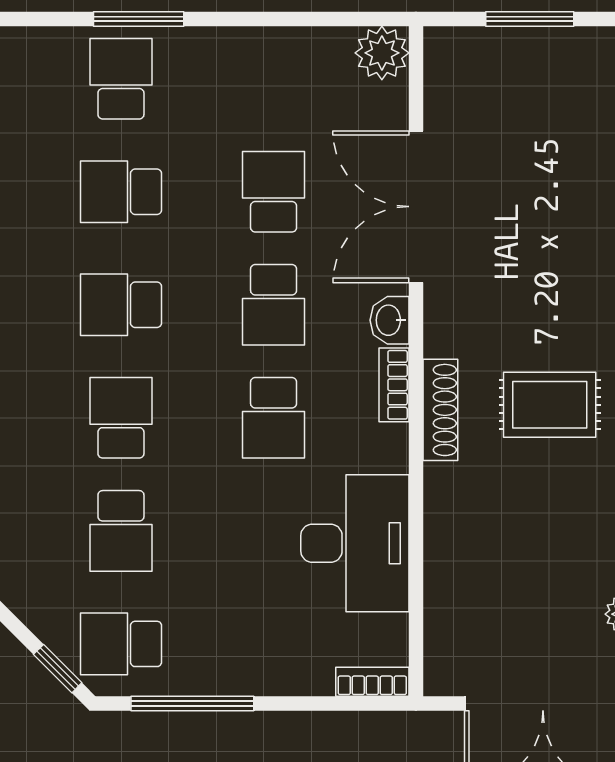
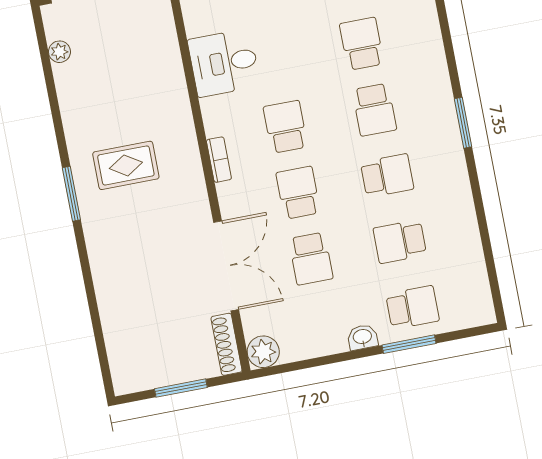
school desk: (121, 79) -> (413, 307), turned -90
school desk: (121, 192) -> (400, 242), turned 180
washbasin: (390, 320) -> (362, 337), moved, turned -90
shoe rack: (440, 410) -> (226, 344), moved
desk: (355, 543) -> (224, 63), width x0.73

